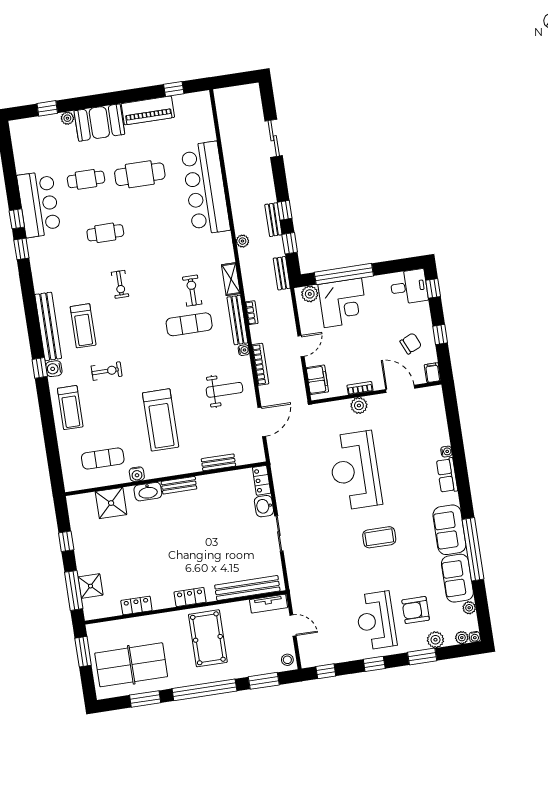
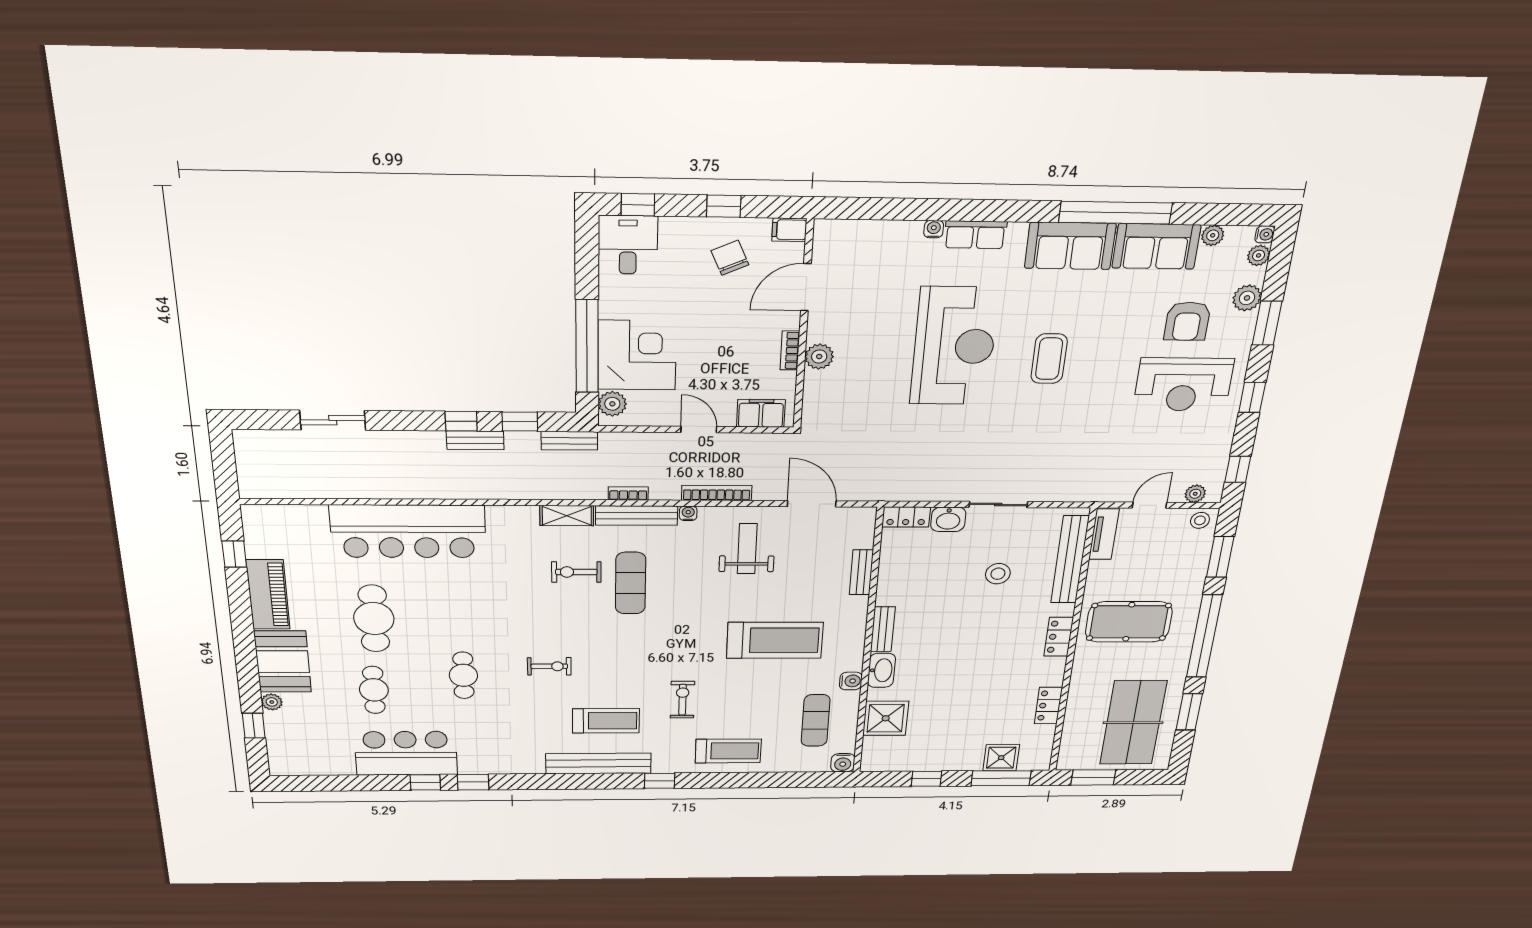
plant: (242, 241) -> (1195, 494), moved
water cooler: (54, 369) -> (843, 763), moved
reception desk: (355, 471) -> (954, 346), moved, turned -90
stool: (230, 546) -> (998, 574), added

